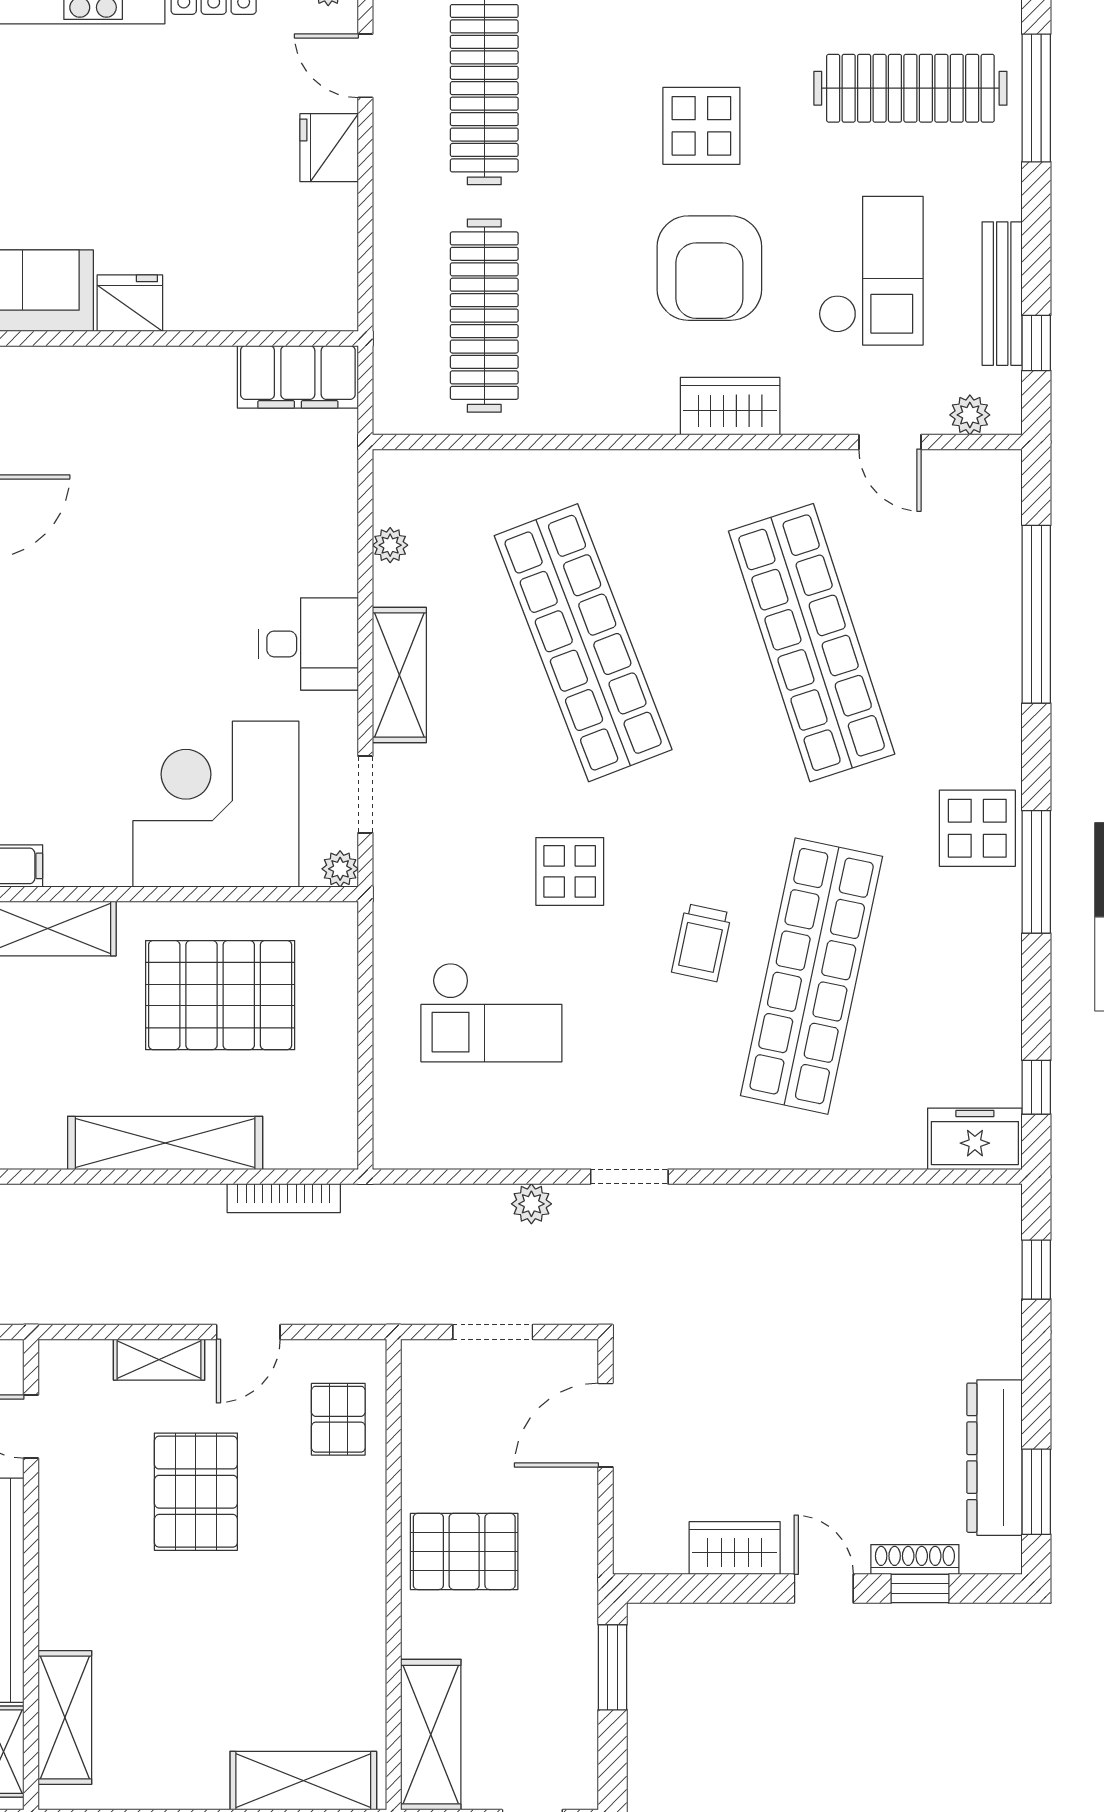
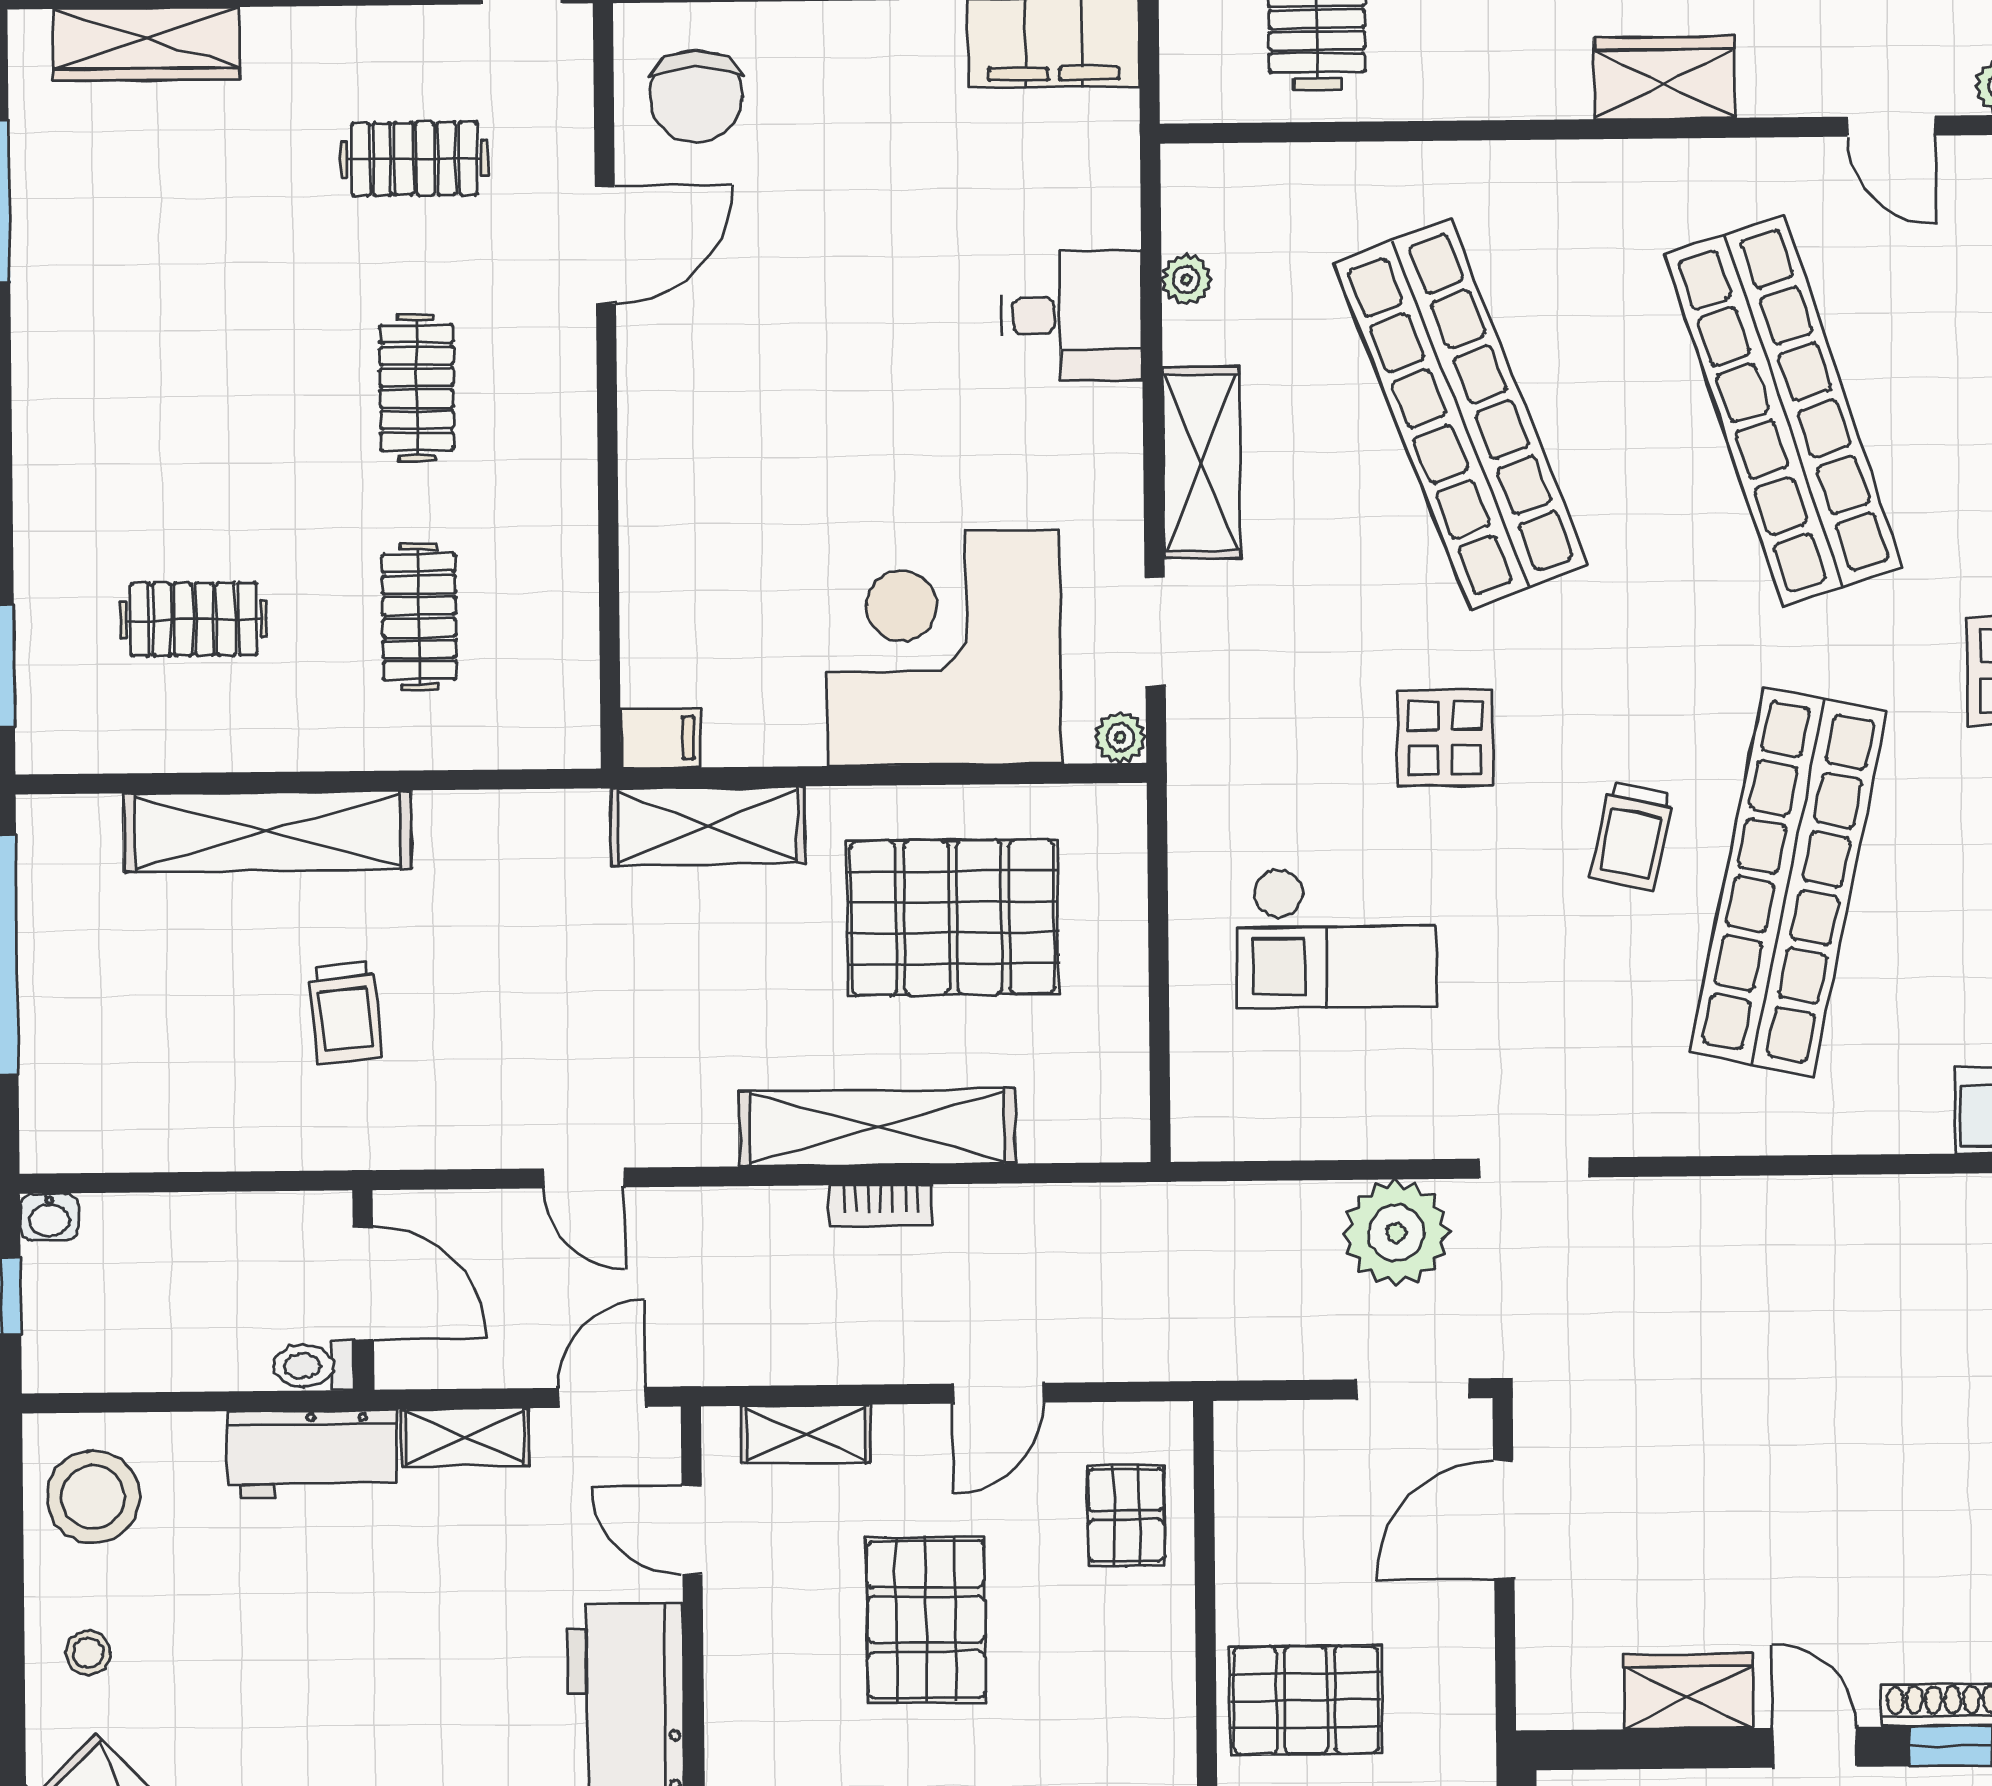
chair: (45, 412) -> (696, 96), added
desk: (309, 644) -> (1072, 315), moved
bookcase: (284, 1198) -> (881, 1205), moved, width x0.64
plant: (531, 1204) -> (1396, 1233), width x1.88, depth x1.88
doorway: (493, 1332) -> (1413, 1389), moved
shelving: (159, 1360) -> (806, 1434), moved

